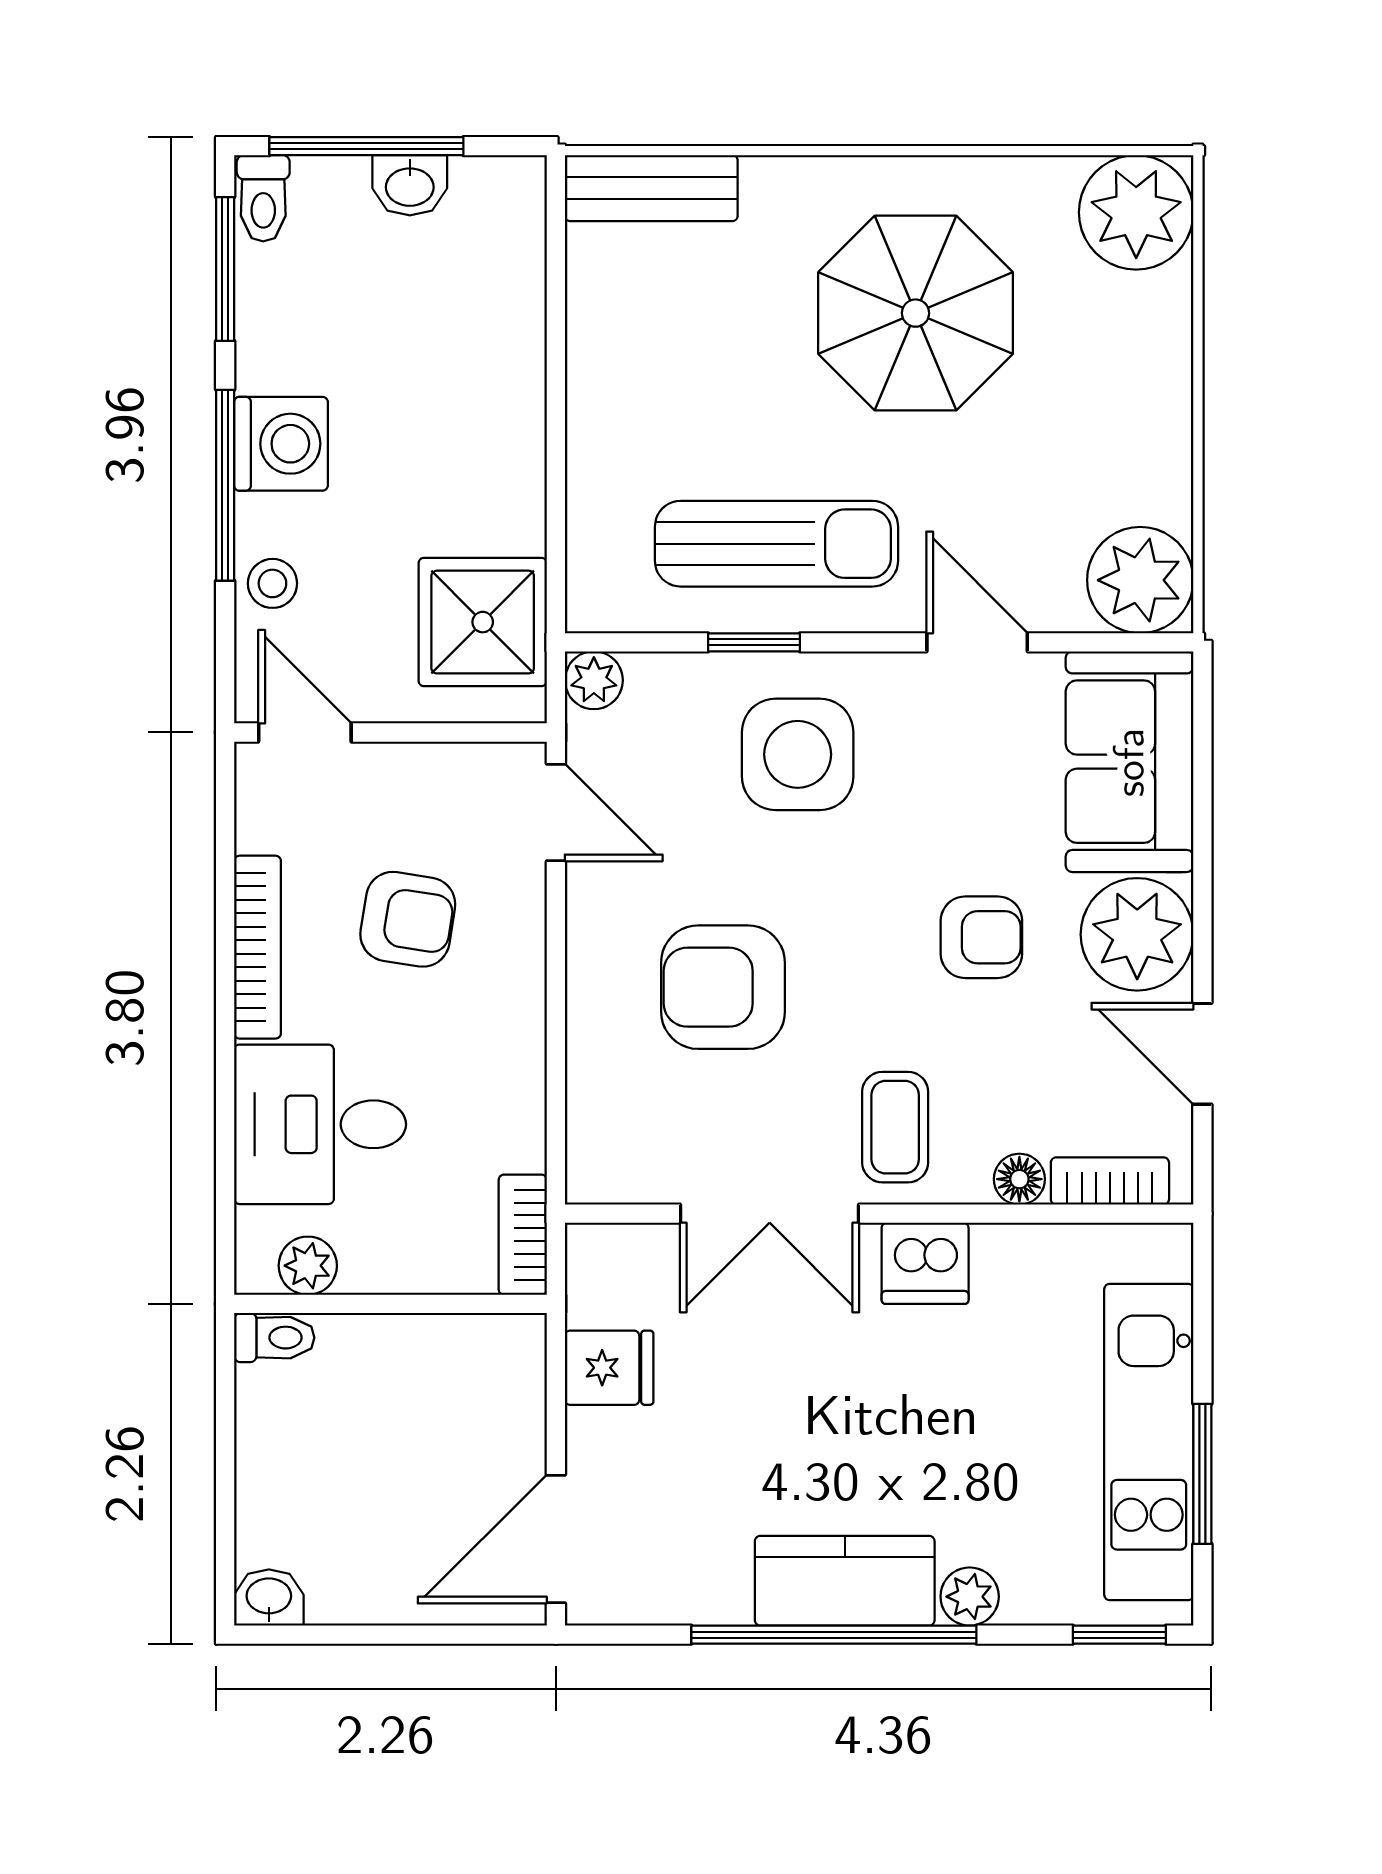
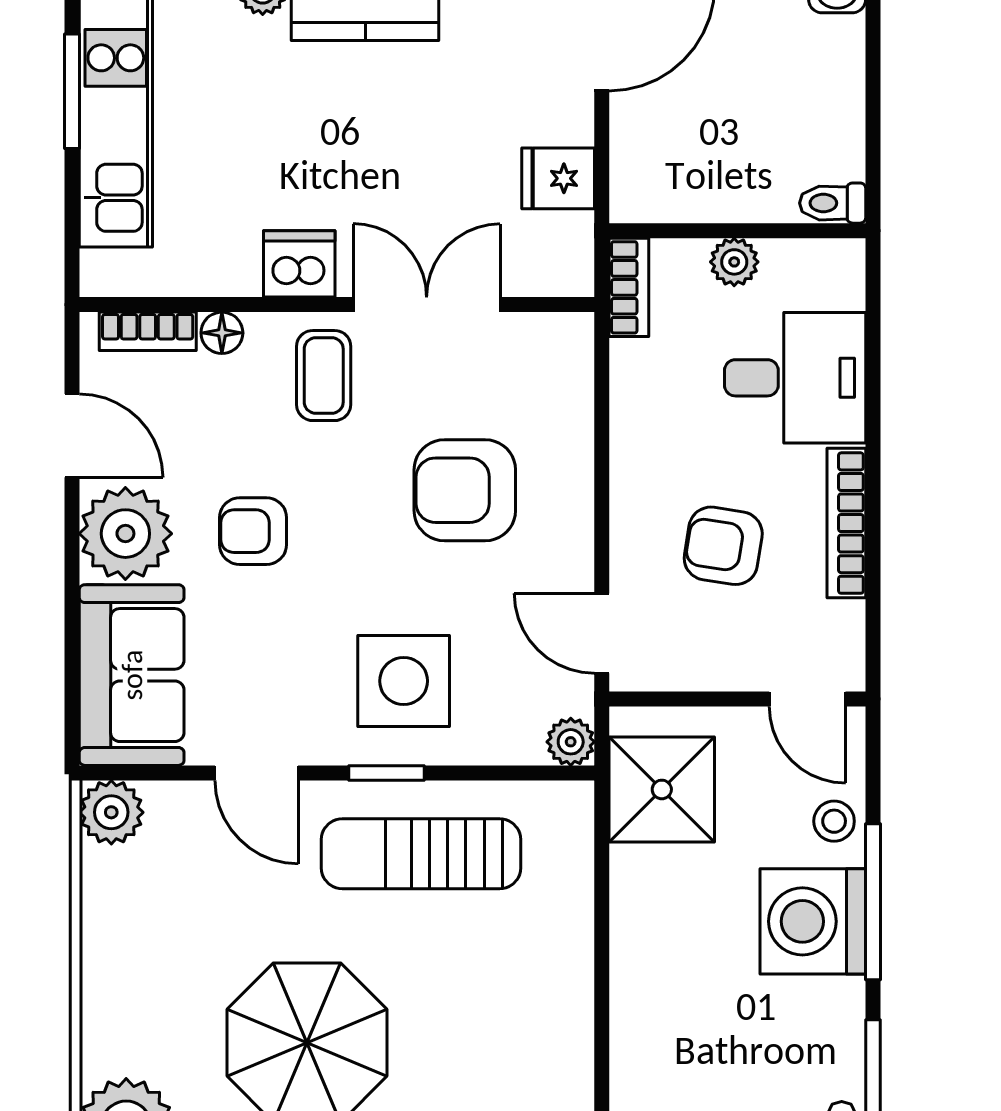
washing machine: (281, 444) -> (813, 921), width x1.37, depth x1.37
plant: (1140, 580) -> (111, 812), width x0.73, depth x0.73
window: (754, 642) -> (387, 773), moved
armchair: (723, 987) -> (465, 490), turned 180
plant: (308, 1266) -> (734, 262), moved

